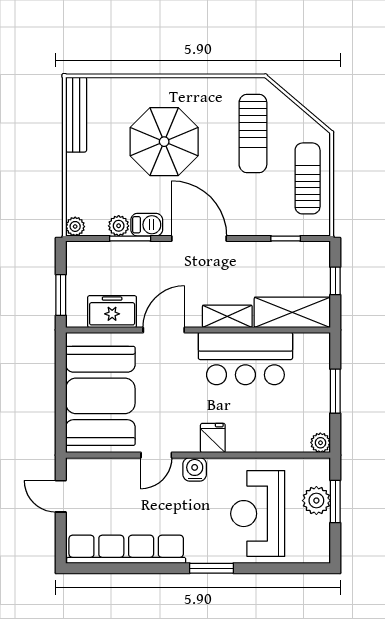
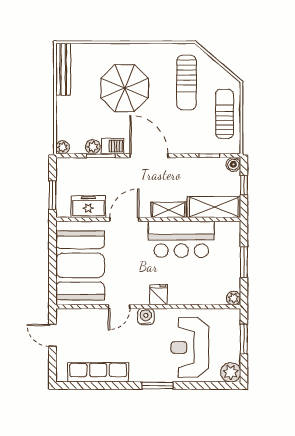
boiler: (320, 251) -> (233, 164), added
plant: (316, 501) -> (231, 372), moved
row of seats: (126, 549) -> (98, 372), width x0.73

